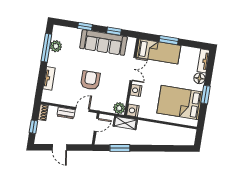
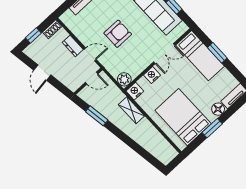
shelving: (125, 123) -> (131, 110), moved

